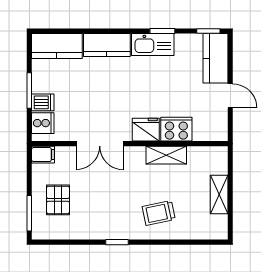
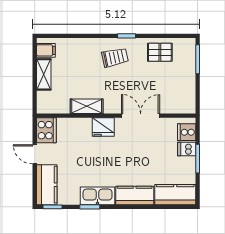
cooker: (176, 129) -> (46, 130), moved, turned -90
filing cabinet: (43, 155) -> (46, 50), moved, turned 180
pallet: (58, 200) -> (160, 52), moved, turned 90
trolley: (159, 213) -> (115, 57), moved

